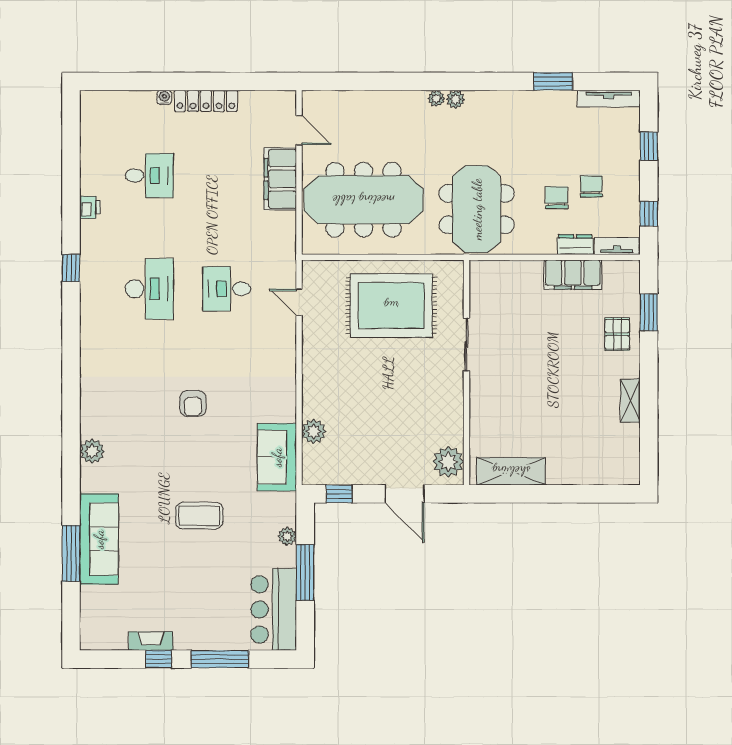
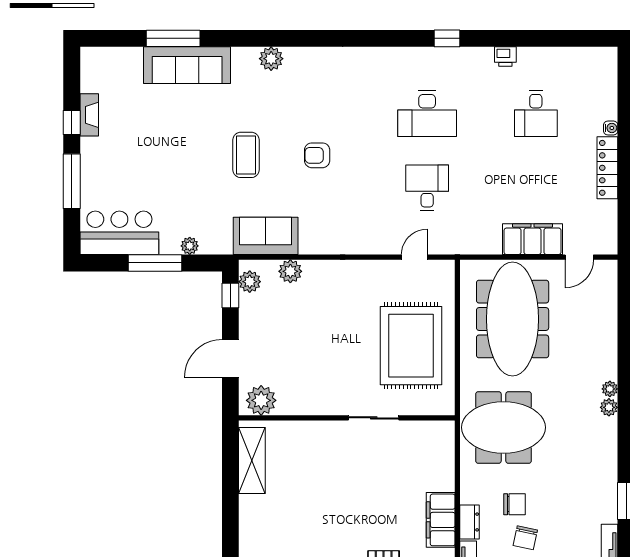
chair: (591, 186) -> (525, 538), turned 102
plant: (325, 474) -> (250, 282), added
coffee table: (199, 516) -> (246, 155), moved

